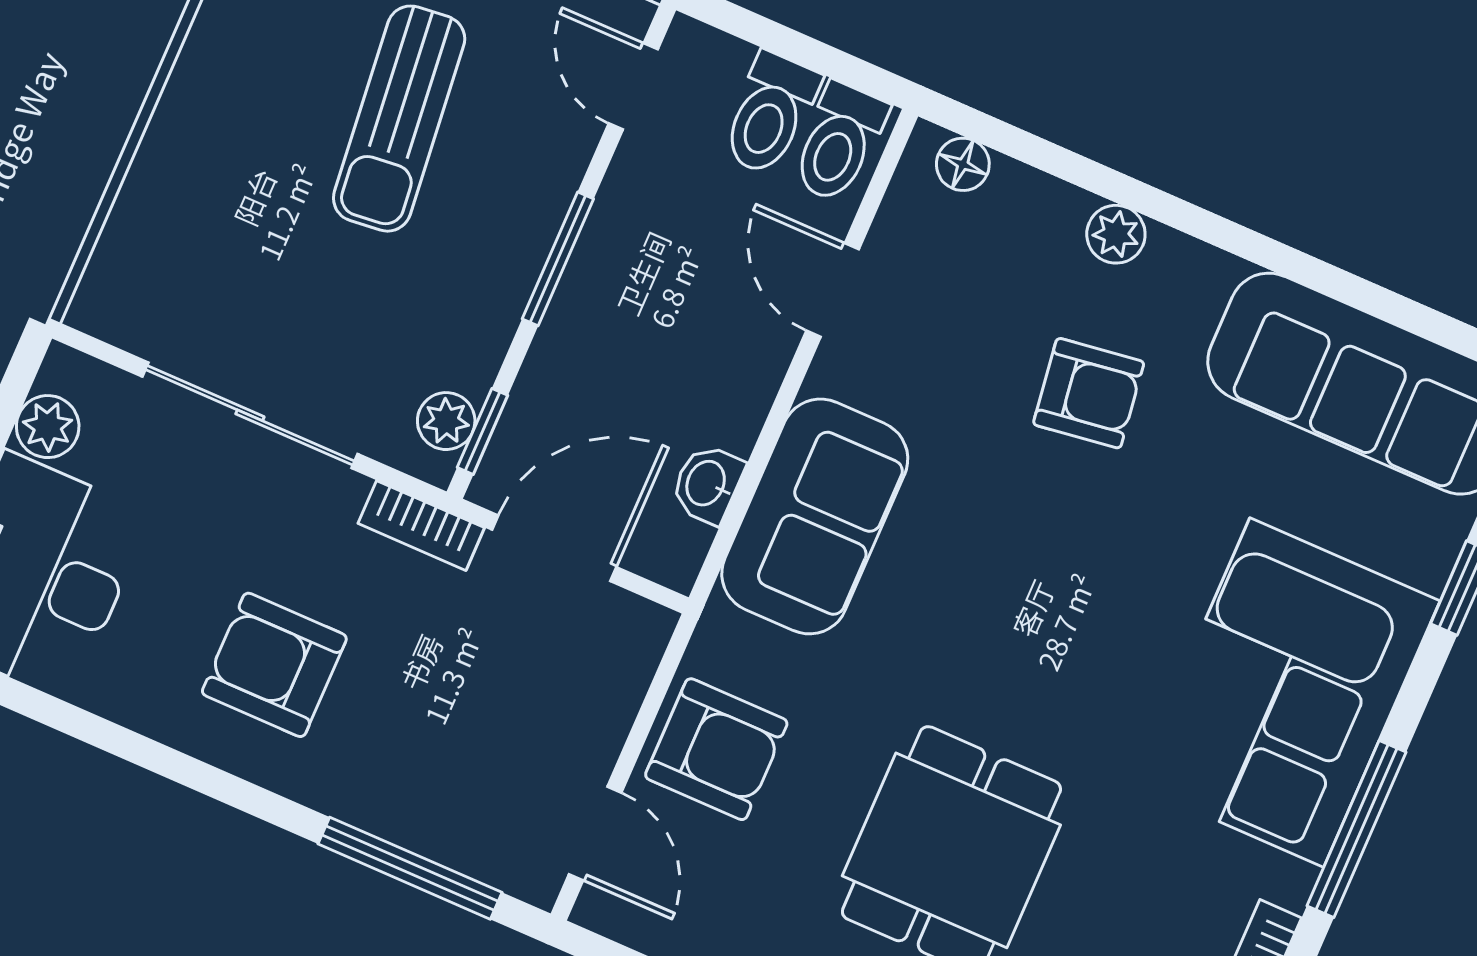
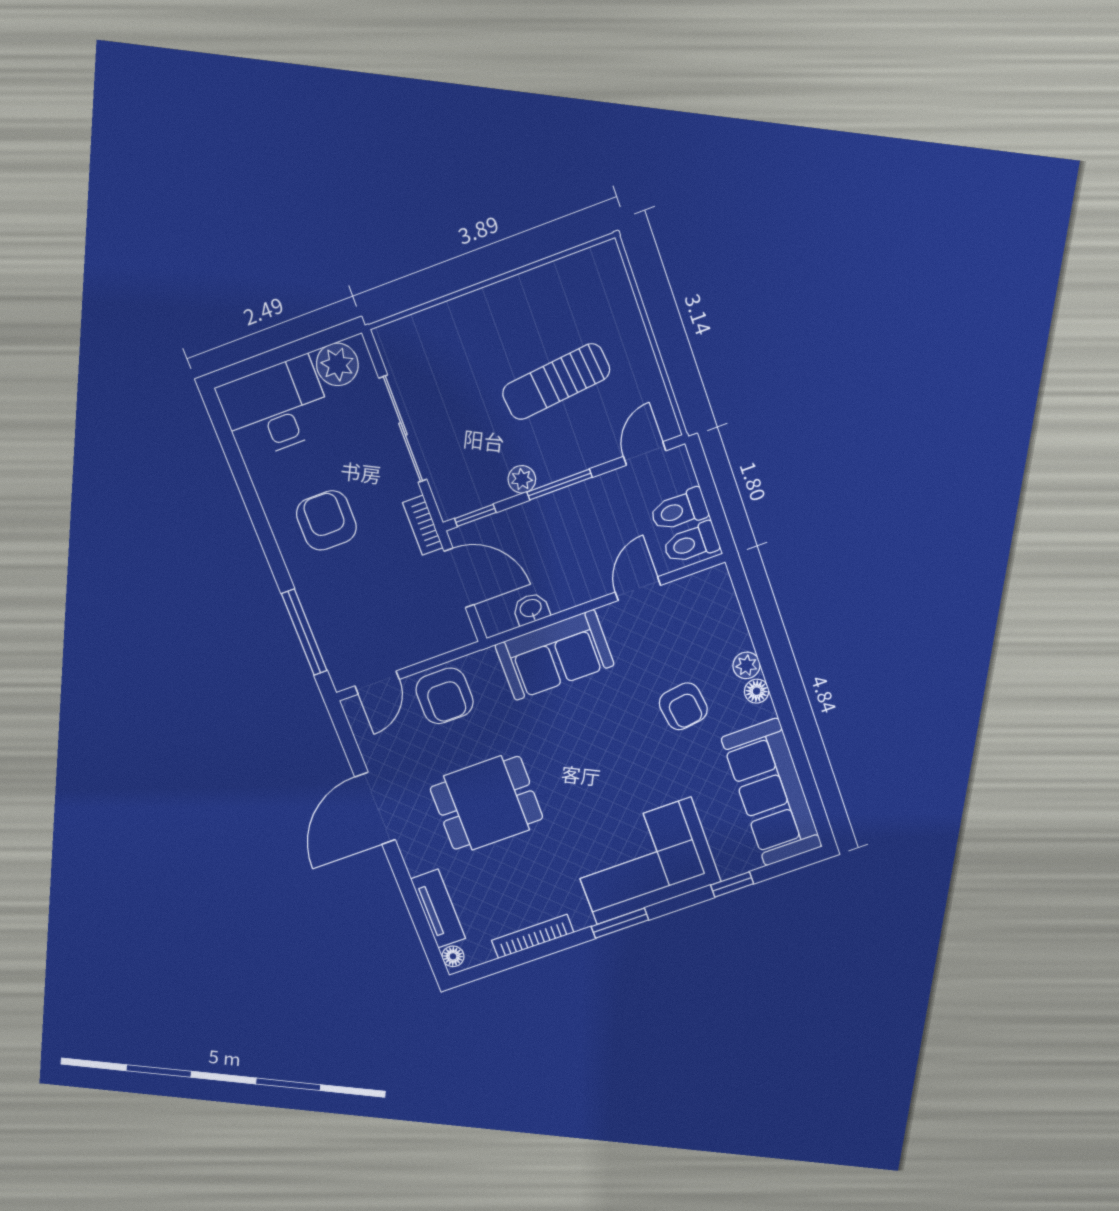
floor lamp: (963, 164) -> (757, 691), moved
plant: (446, 421) -> (522, 479), moved
plant: (48, 427) -> (337, 364), width x1.38, depth x1.38
window: (1357, 829) -> (620, 923), width x0.69

